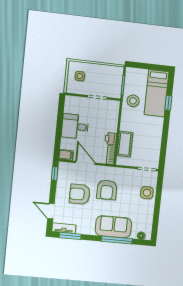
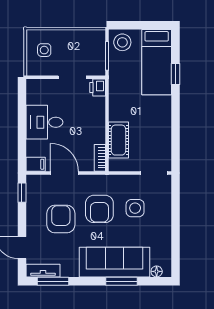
stool: (133, 101) -> (122, 42), moved
printer: (111, 139) -> (98, 88), moved
side table: (147, 193) -> (135, 208), moved
armchair: (80, 194) -> (61, 219), turned 90
sofa: (113, 227) -> (115, 262), width x1.36
window: (117, 240) -> (122, 281), width x0.69

